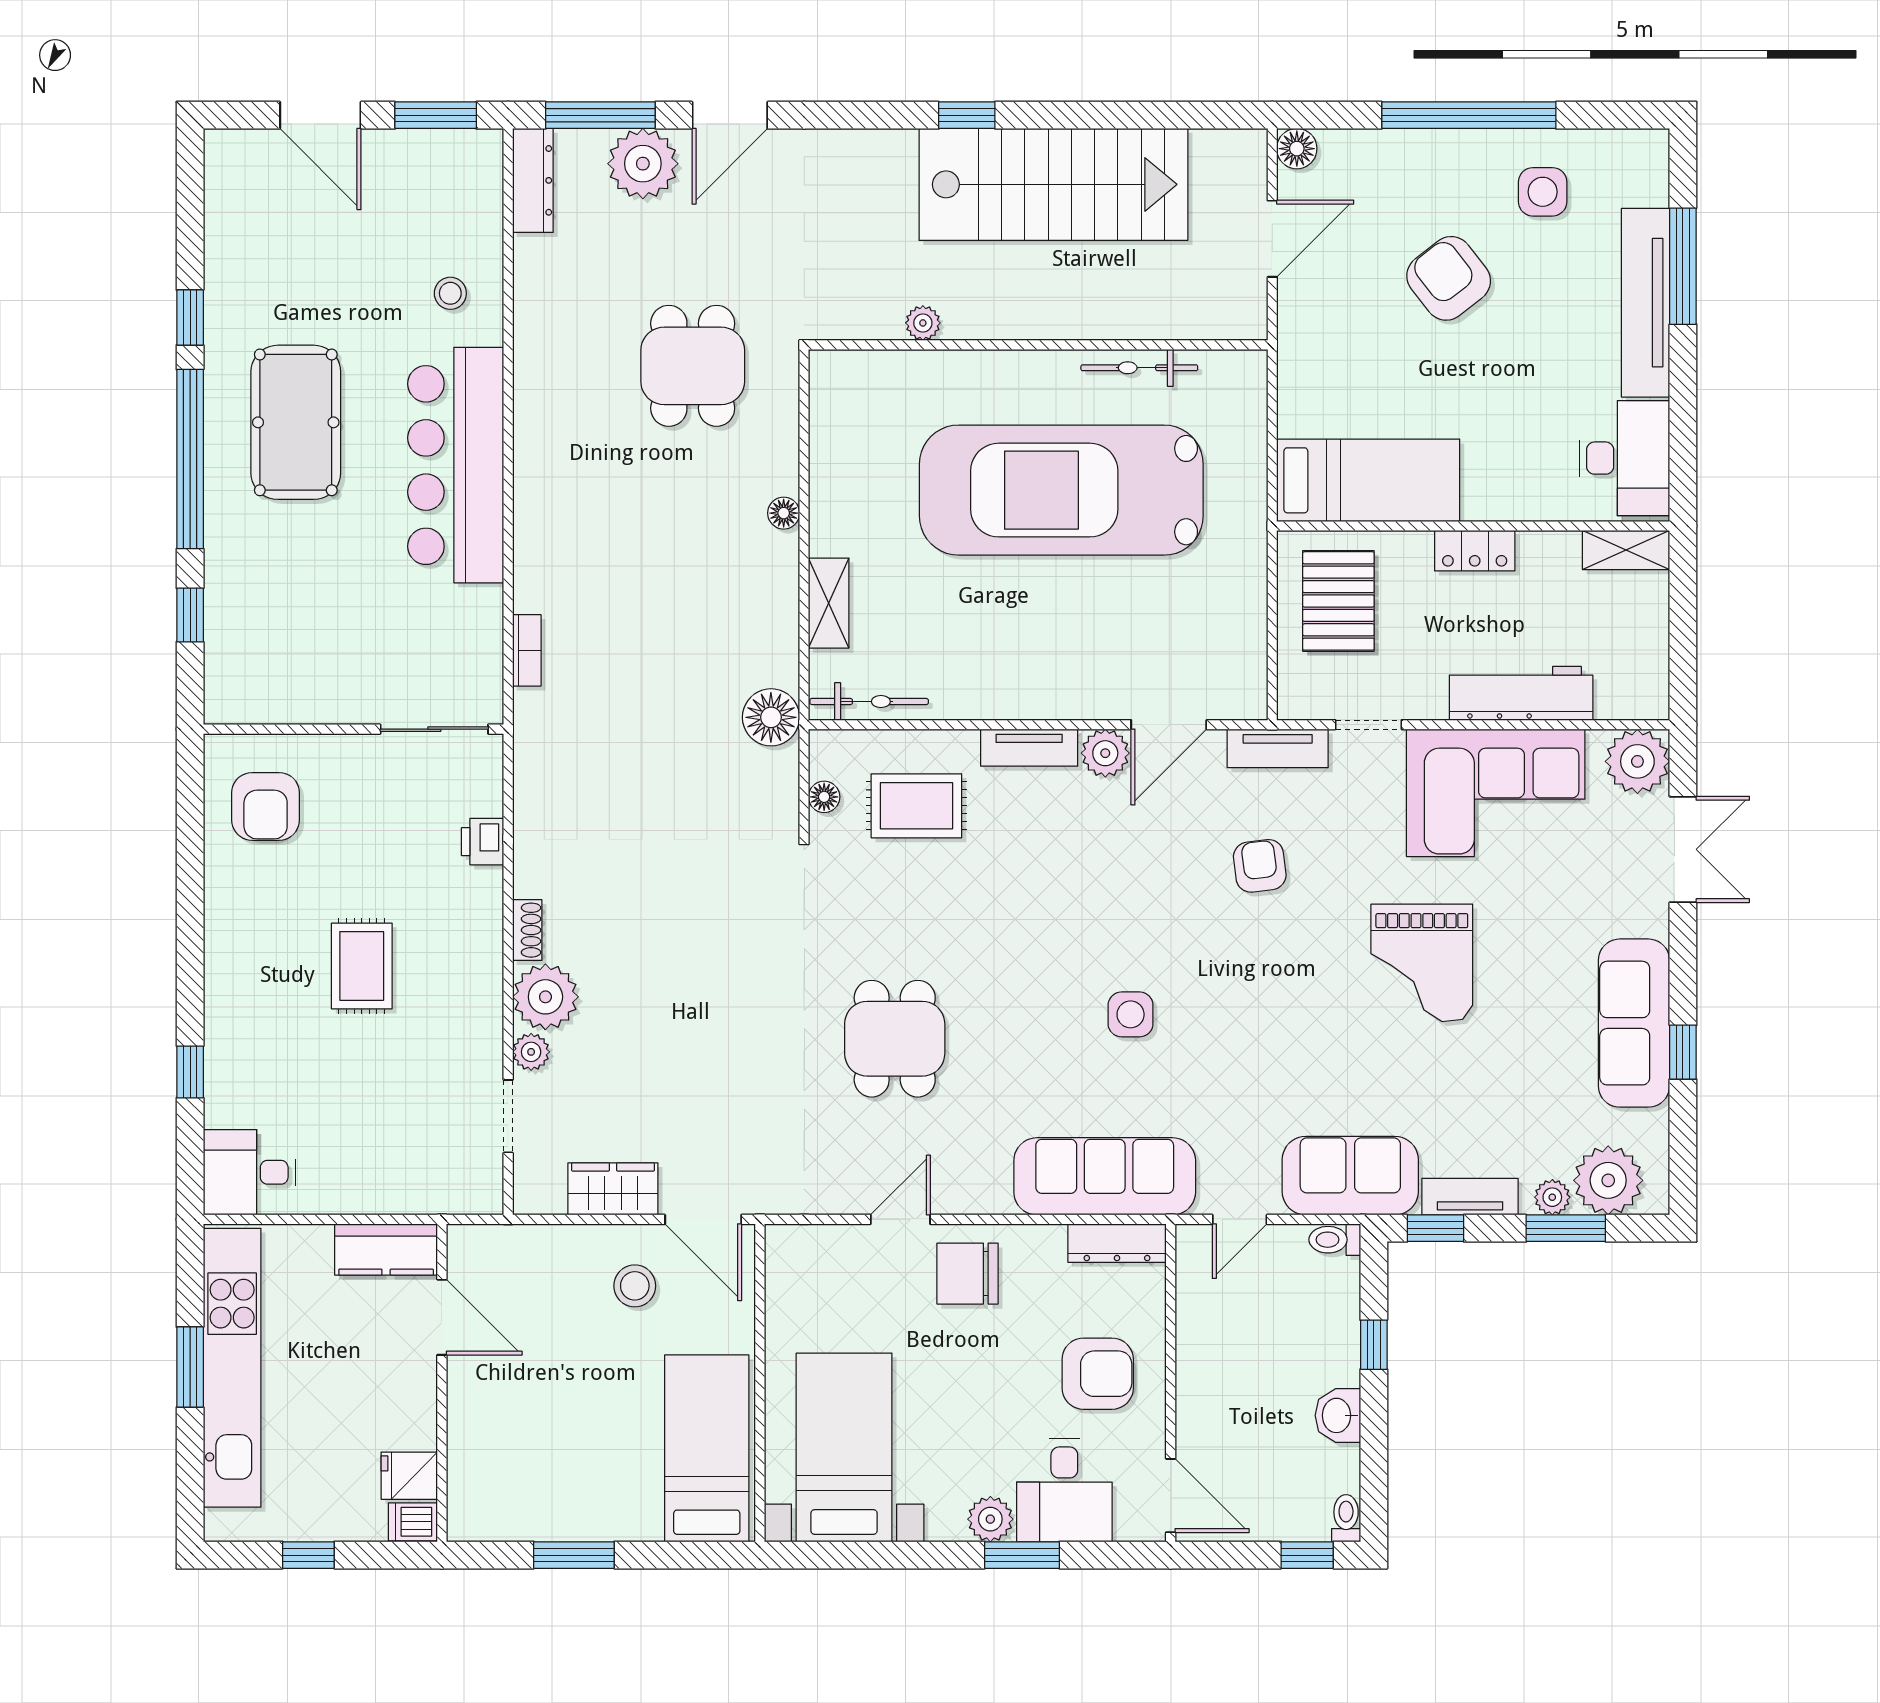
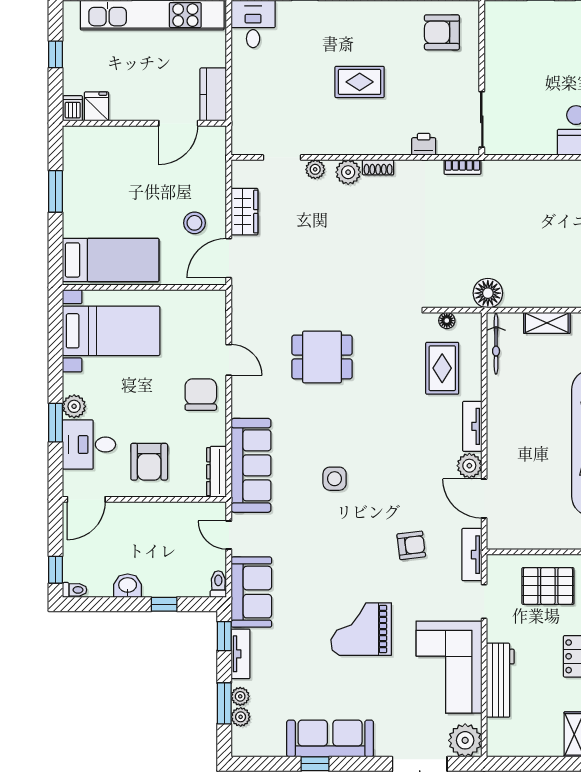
bookcase: (527, 650) -> (462, 167), moved
plant: (545, 997) -> (348, 172), width x0.73, depth x0.73
plant: (1608, 1180) -> (241, 717), width x0.53, depth x0.53

